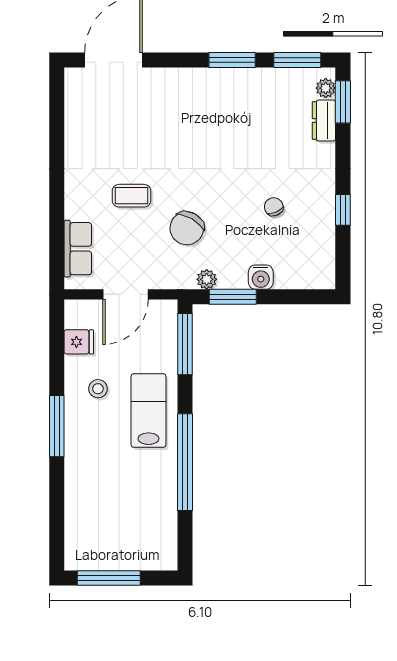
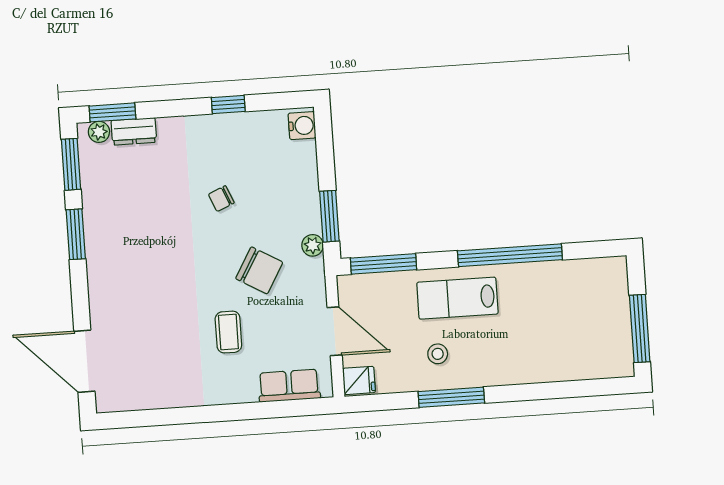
chair: (274, 207) -> (221, 199), moved
water cooler: (261, 277) -> (302, 126), moved
fridge: (79, 342) -> (359, 380), moved, turned 90
window: (57, 426) -> (451, 397), moved

